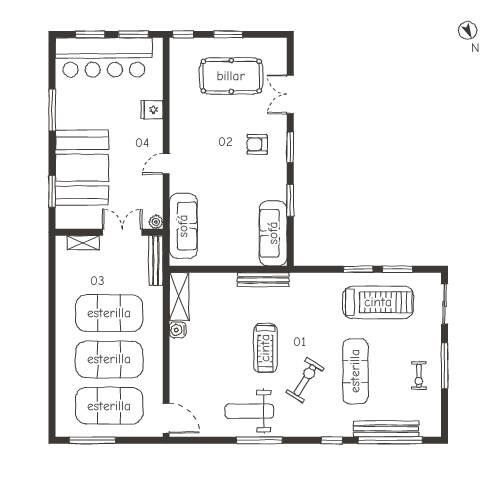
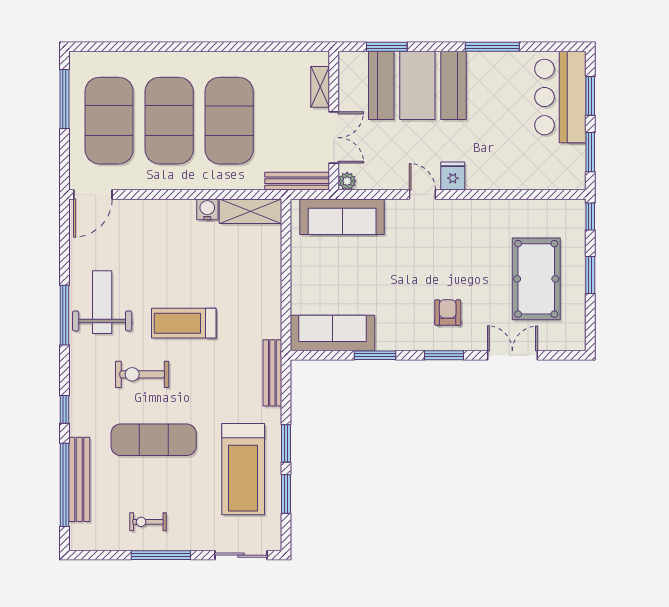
bar counter: (104, 57) -> (560, 97), width x0.73
fridge: (152, 110) -> (453, 176), moved
bench: (263, 280) -> (272, 373), moved
exercise bike: (305, 380) -> (142, 374), turned 149

